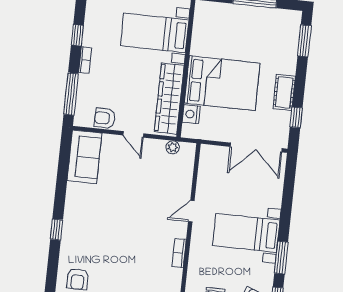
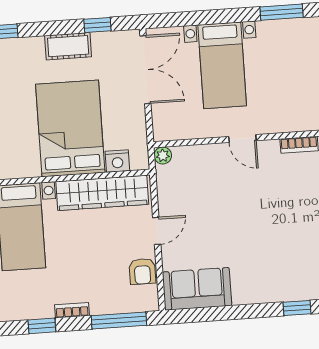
plant: (173, 147) -> (163, 155), moved
bed with nightstands: (246, 233) -> (222, 65), moved

